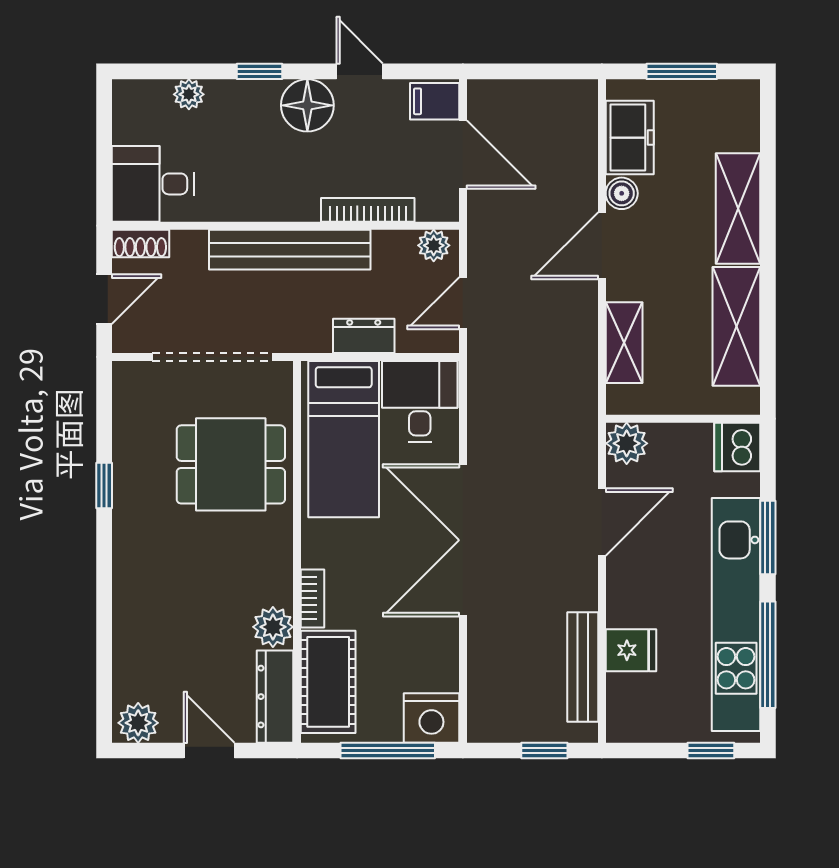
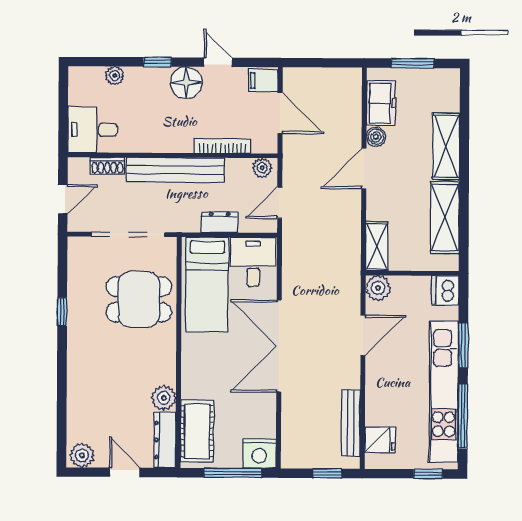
shoe rack: (140, 243) -> (107, 166), moved
shelving: (624, 343) -> (377, 246), moved
bookcase: (313, 598) -> (188, 381), removed
fridge: (631, 650) -> (380, 440), moved

